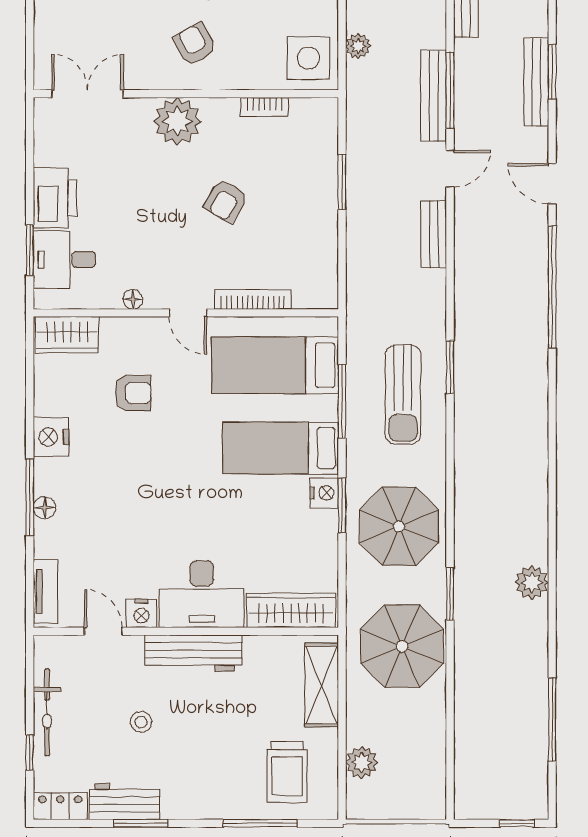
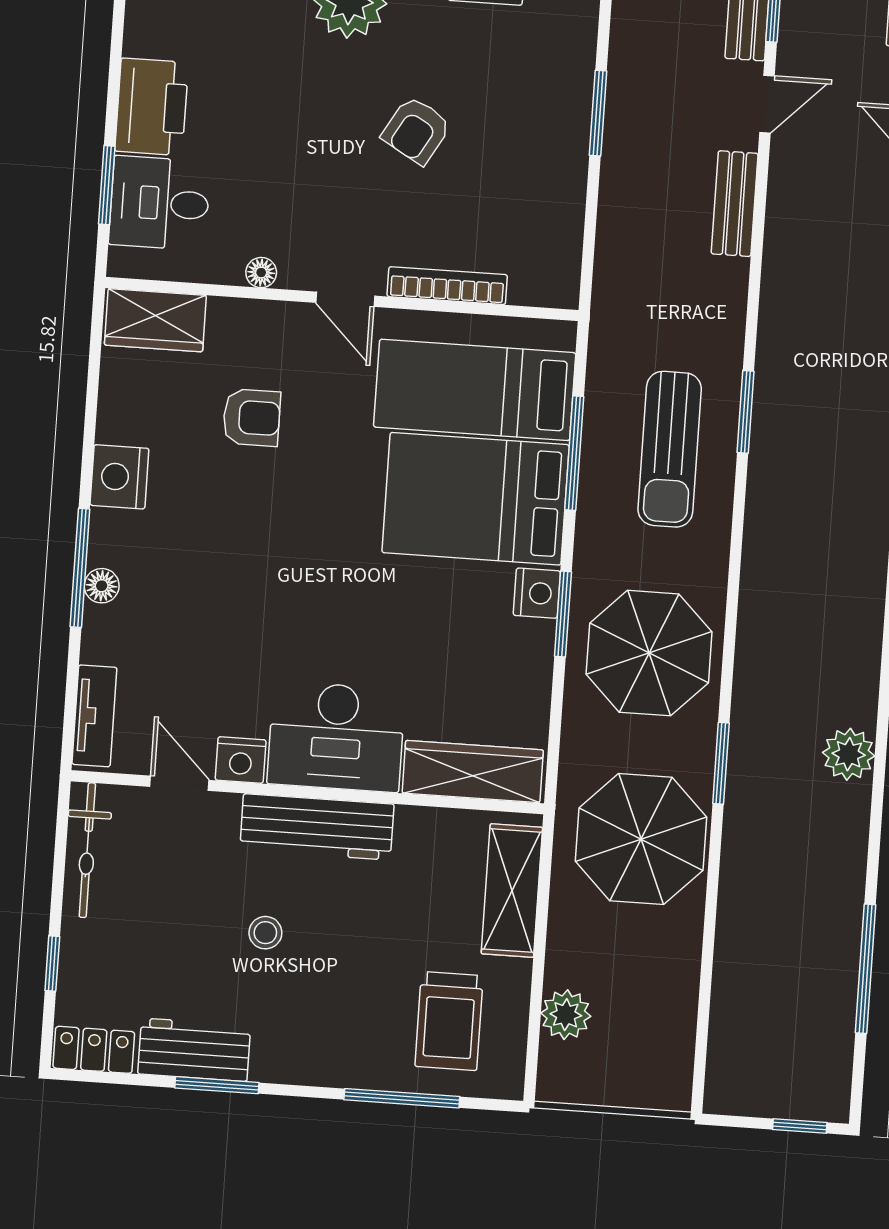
bed: (281, 448) -> (476, 499), width x1.50
bicycle: (47, 712) -> (87, 850), moved
stool: (141, 722) -> (265, 933), moved

